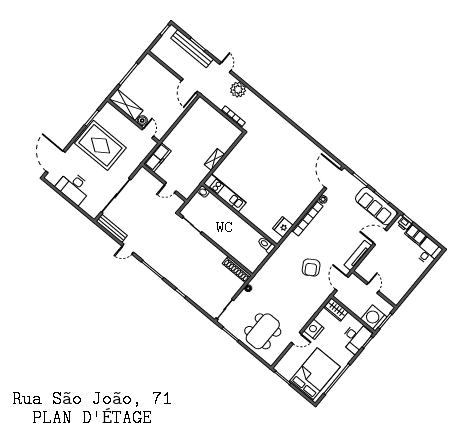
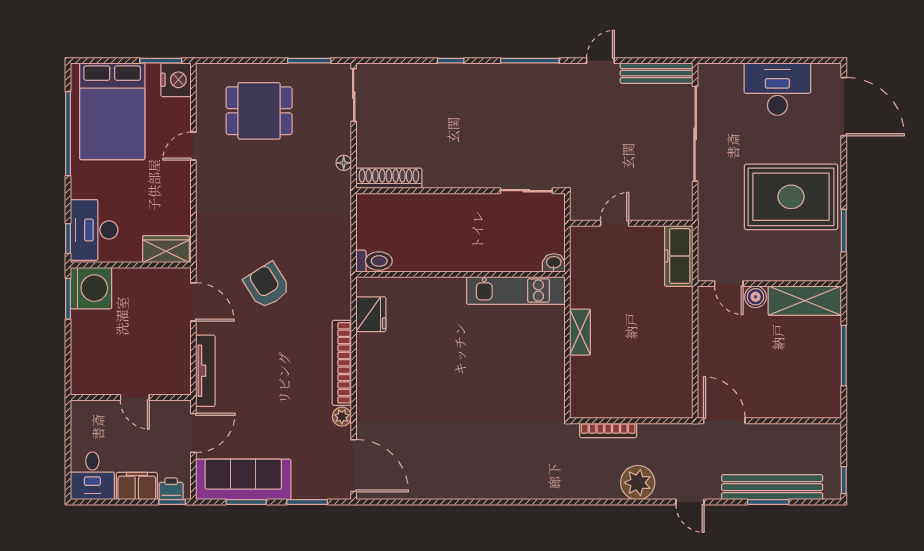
door: (373, 288) -> (135, 397), moved
wall: (374, 289) -> (131, 397), moved
nightstand: (314, 329) -> (176, 80), moved
dining table: (263, 331) -> (259, 111), width x0.73

